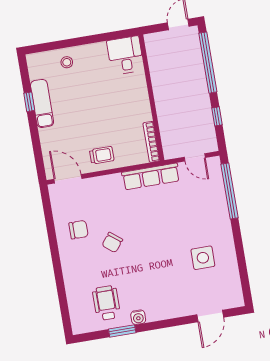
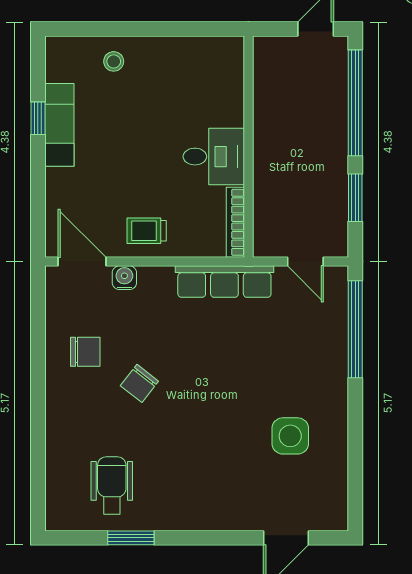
desk: (125, 55) -> (214, 157), moved, turned 90
window: (217, 116) -> (355, 198), width x1.50
trolley: (102, 155) -> (147, 231), turned 180
water cooler: (138, 317) -> (124, 278), moved, turned 180

